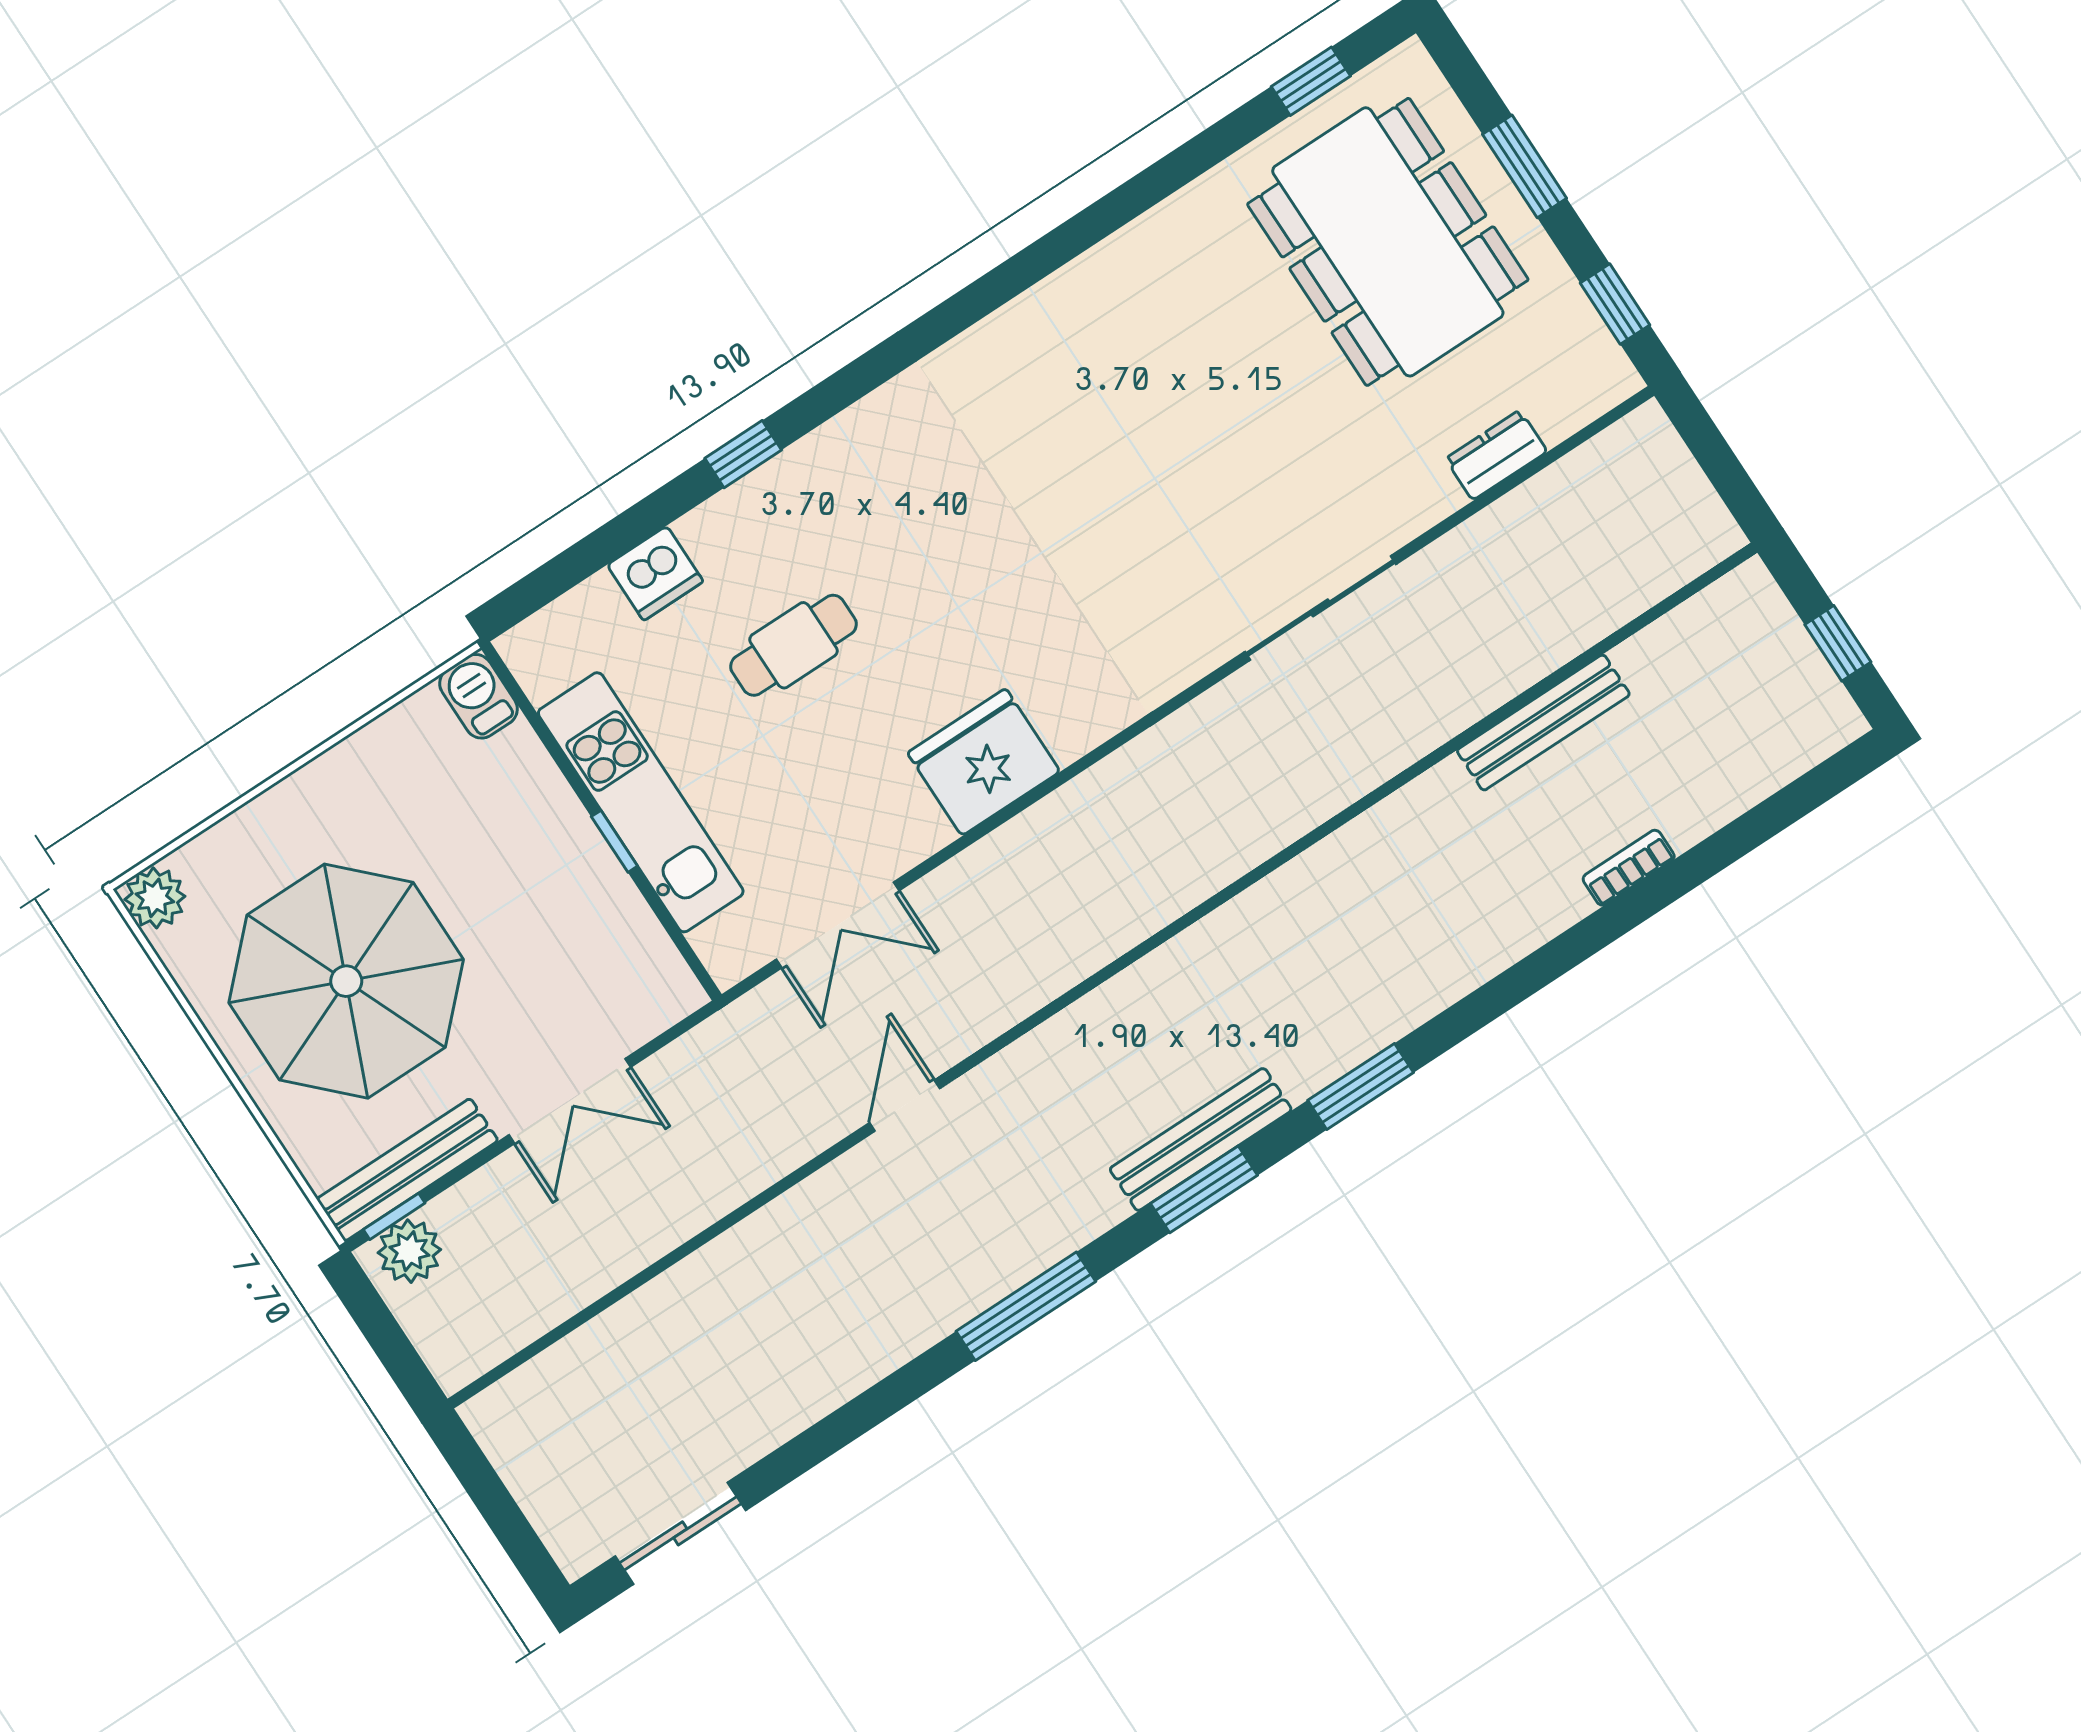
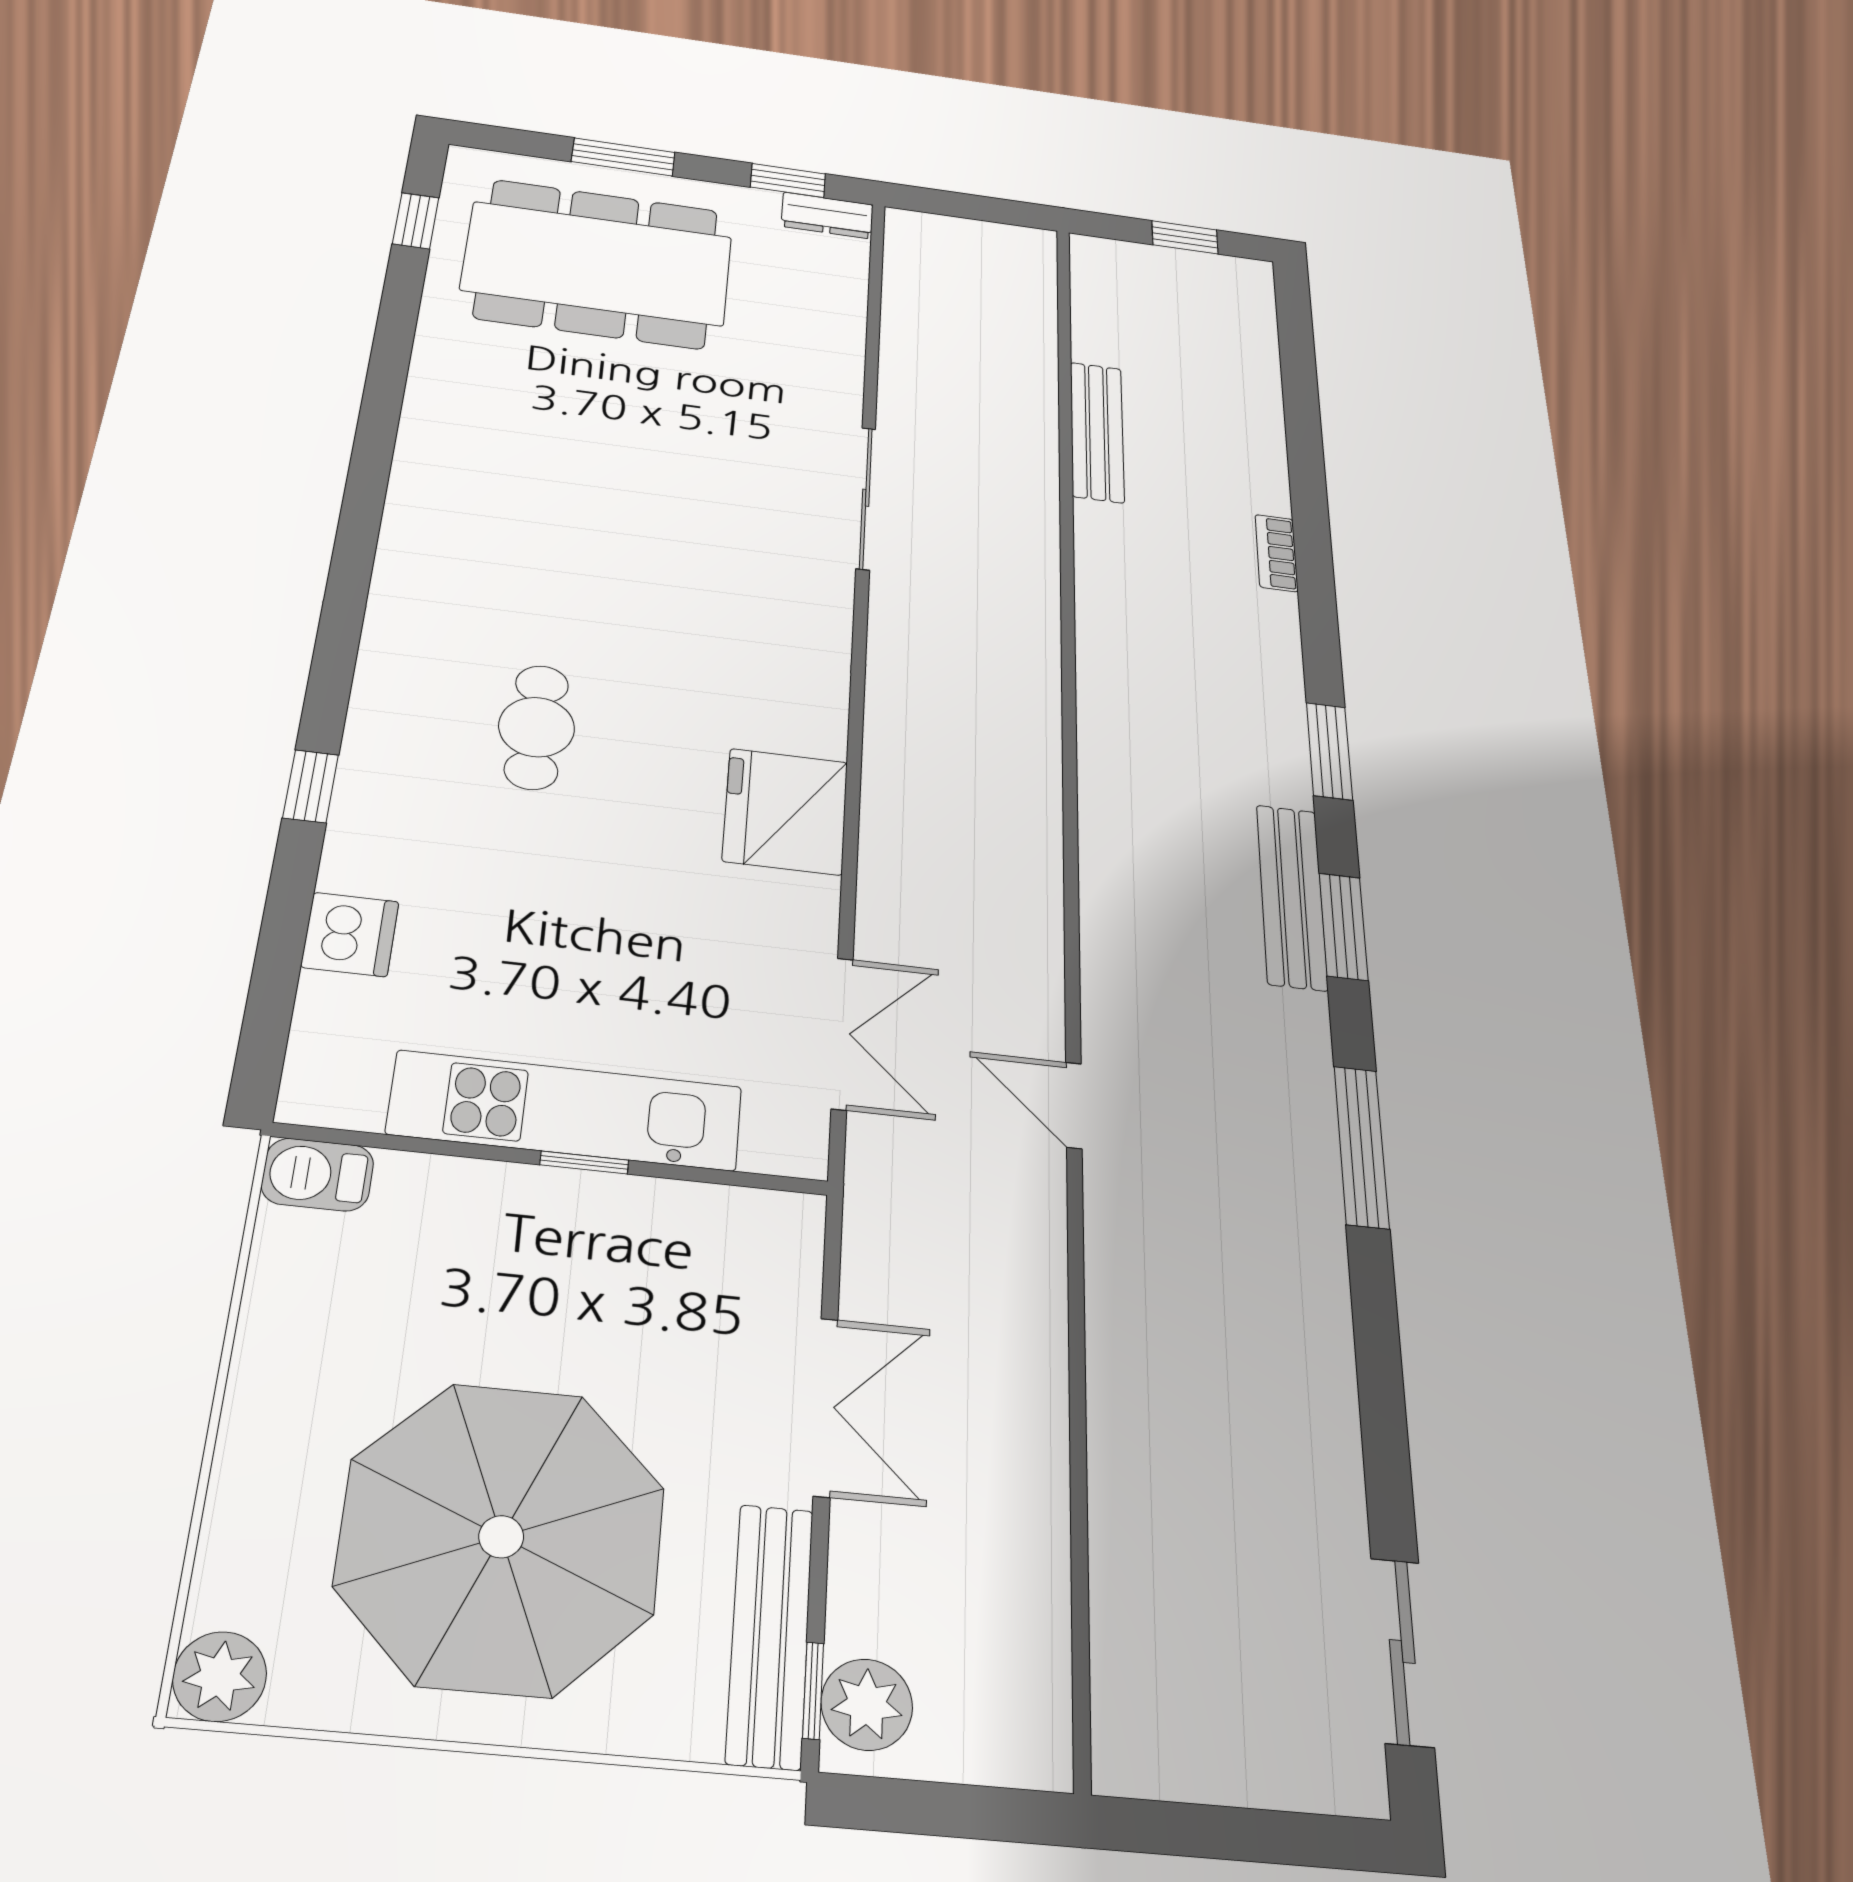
dresser: (1496, 455) -> (827, 215), moved, turned -90
cafe table: (793, 645) -> (537, 727), moved
bookcase: (1629, 868) -> (1276, 553), moved

